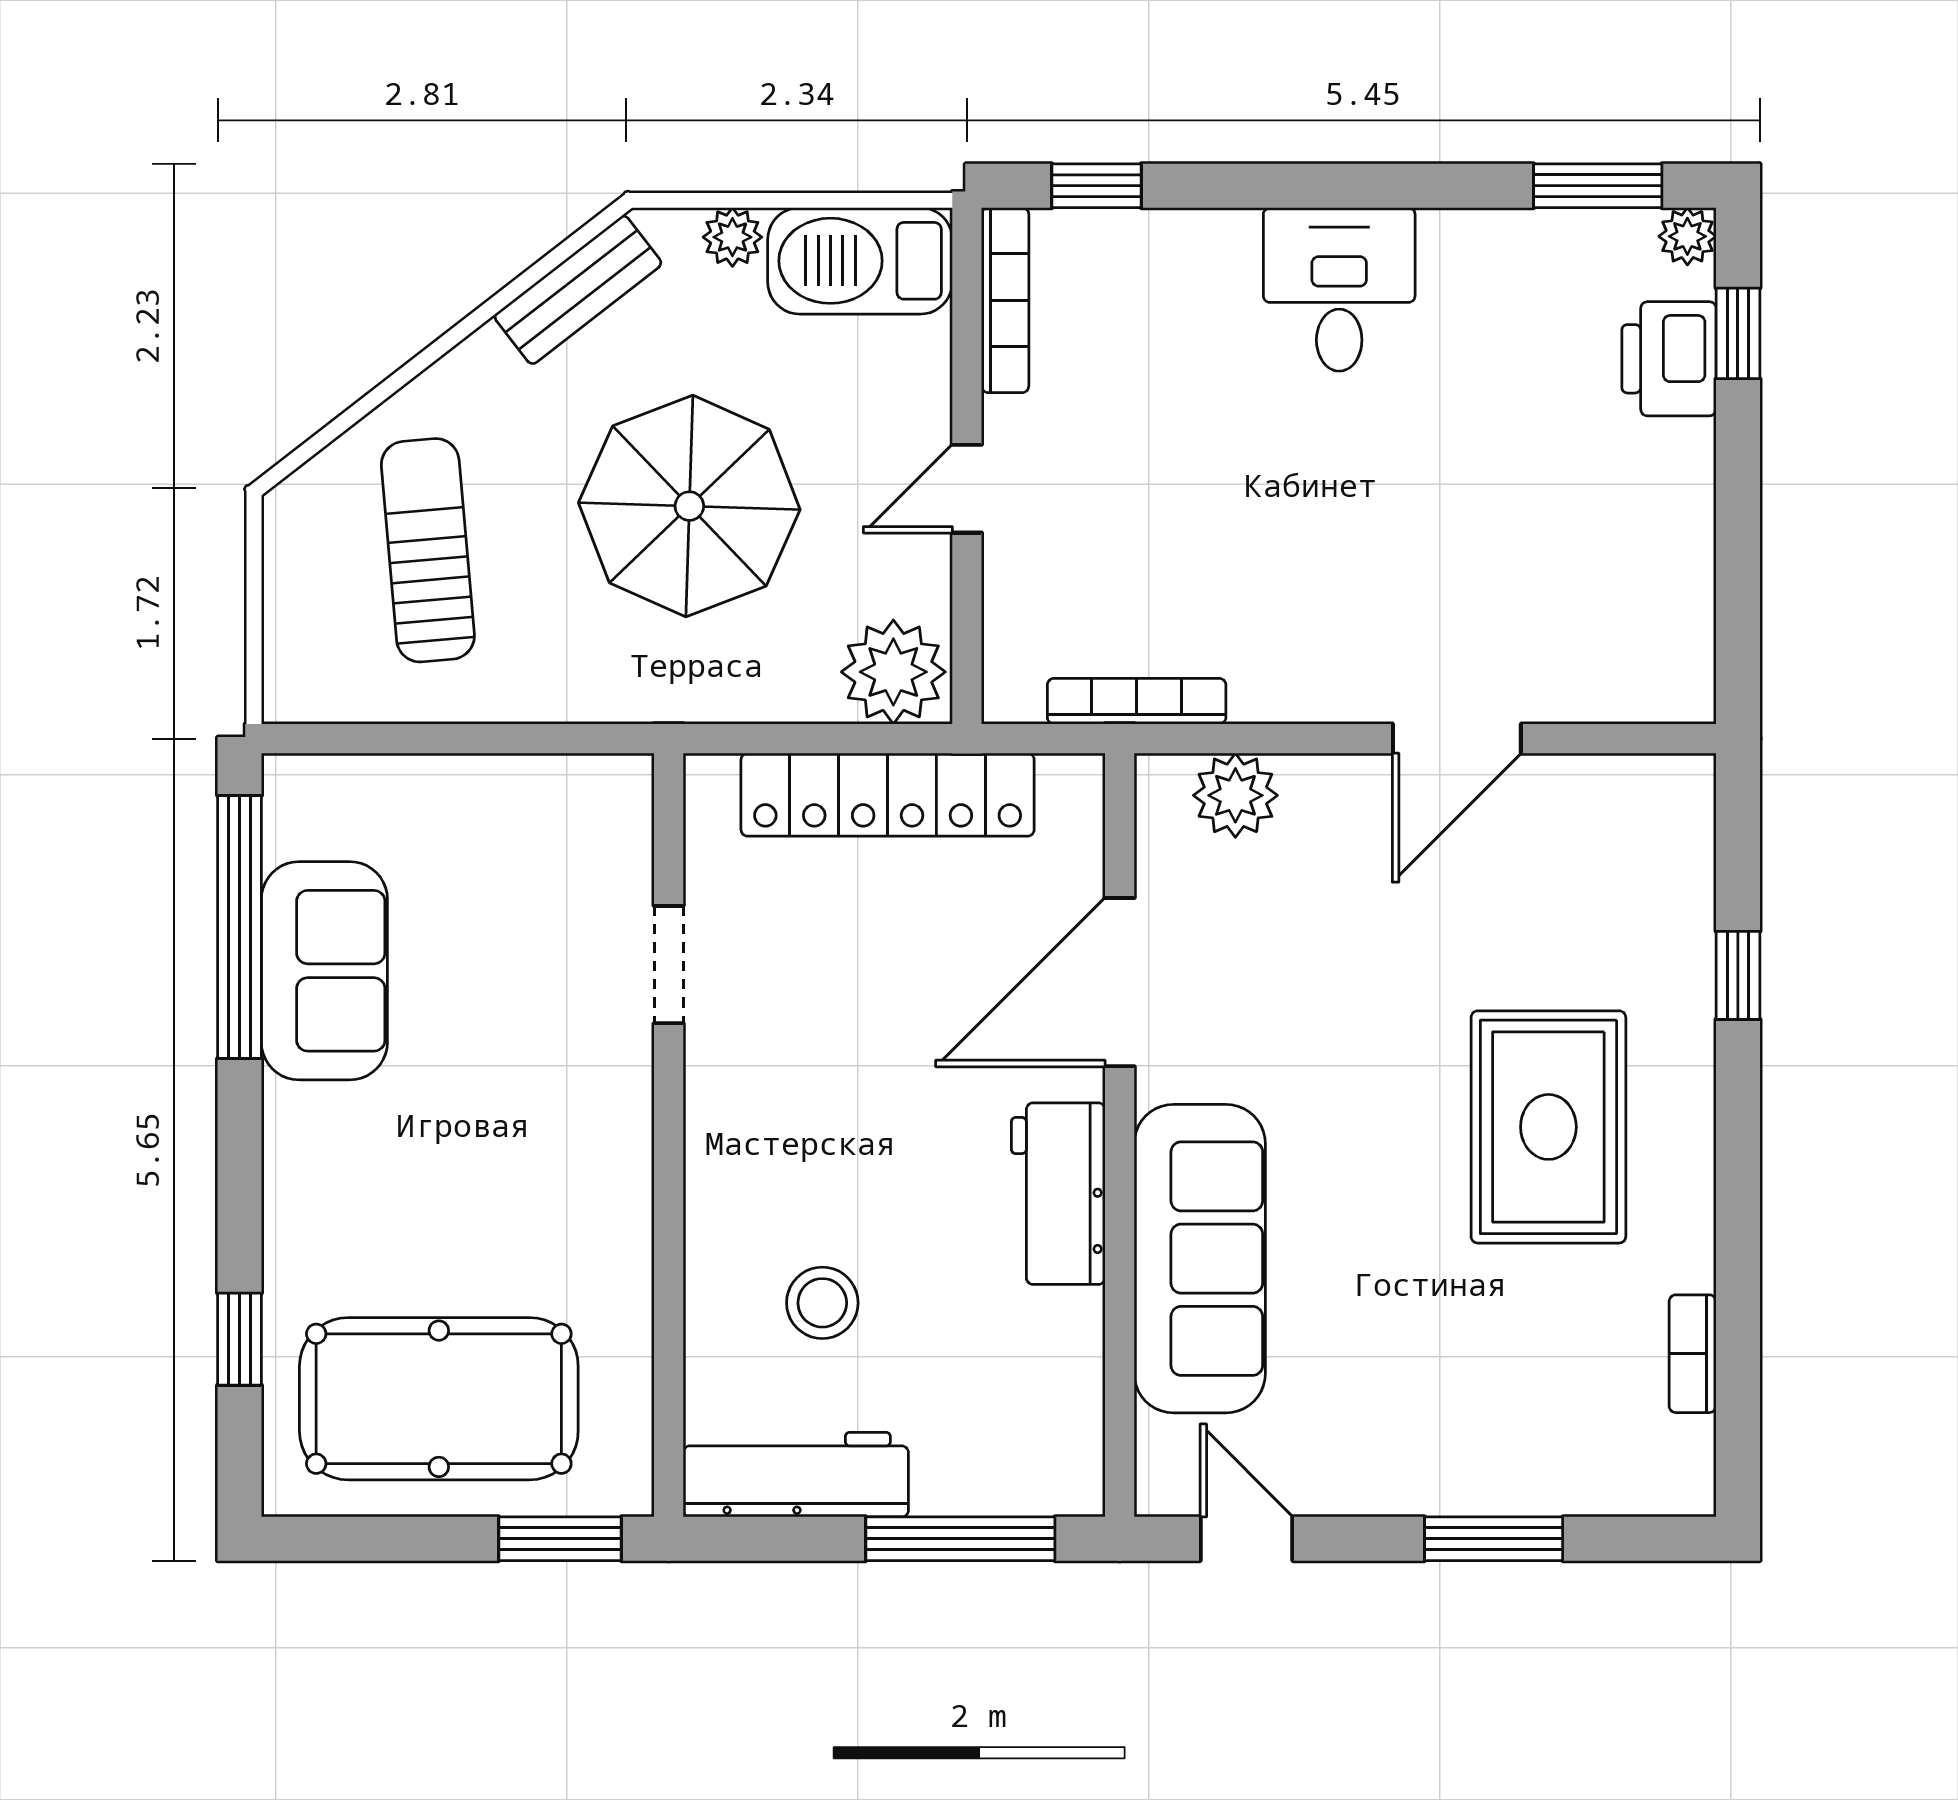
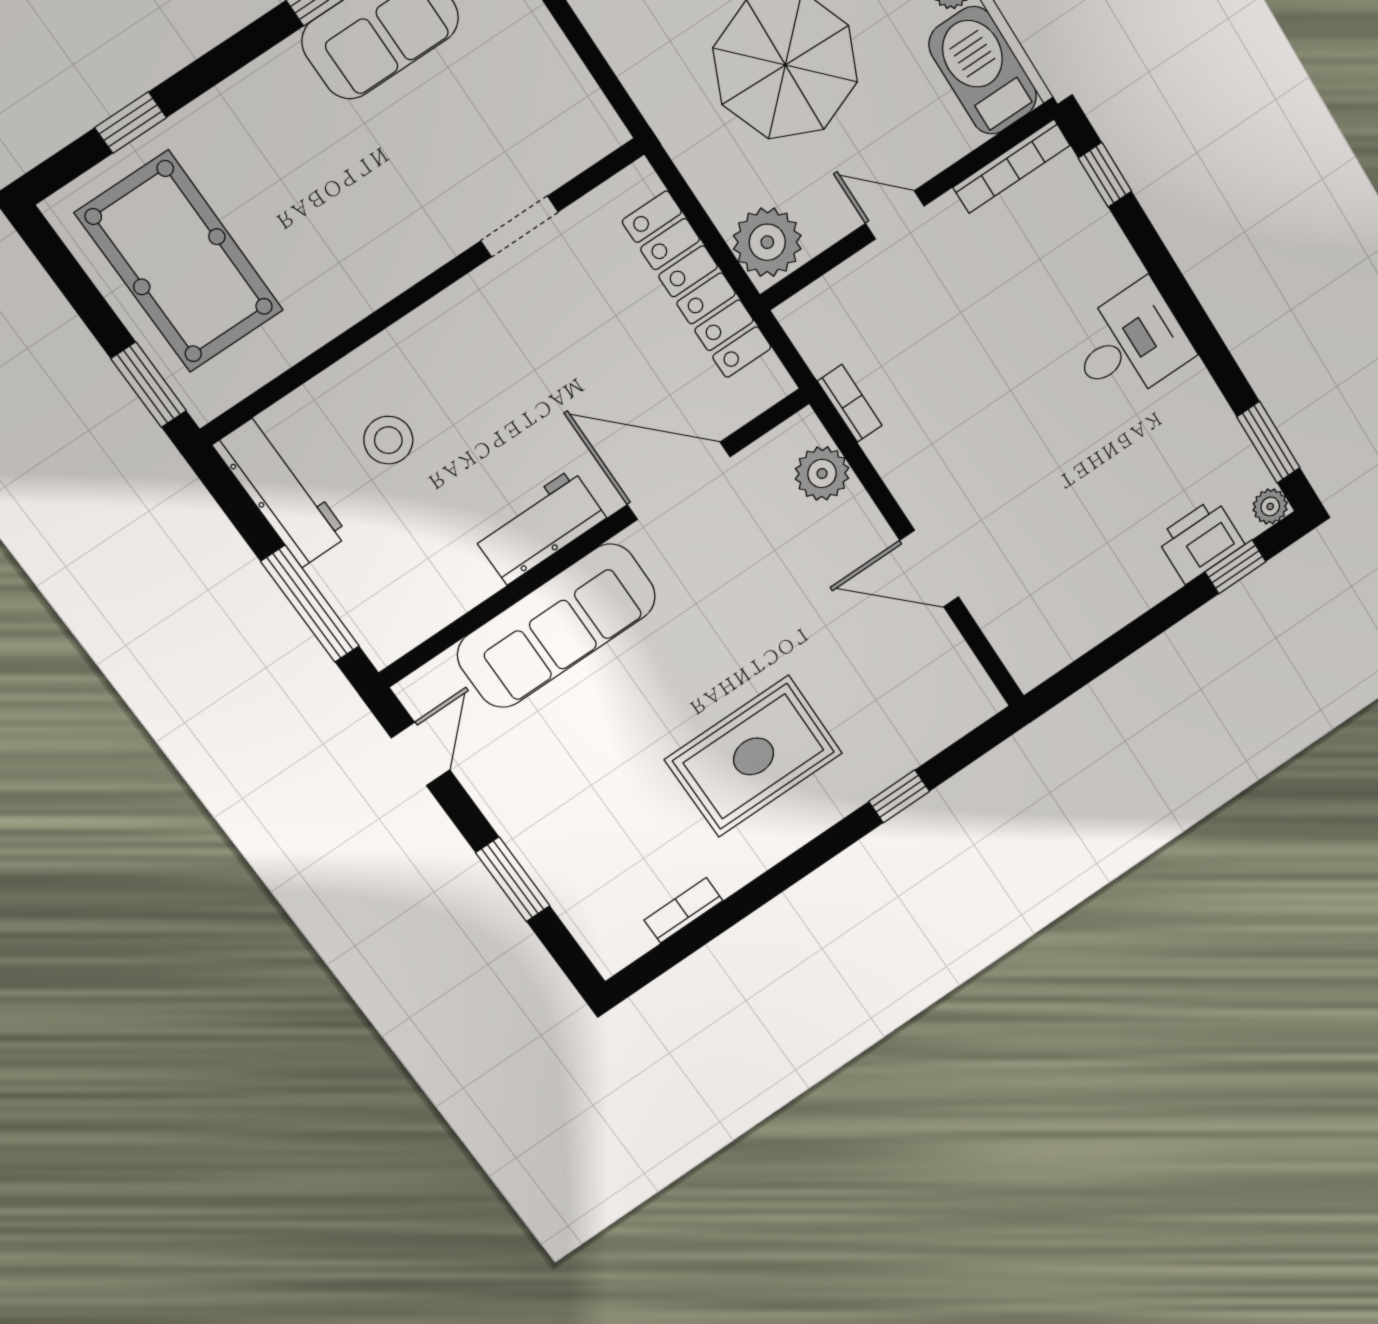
bookcase: (1137, 701) -> (850, 403), width x0.64

